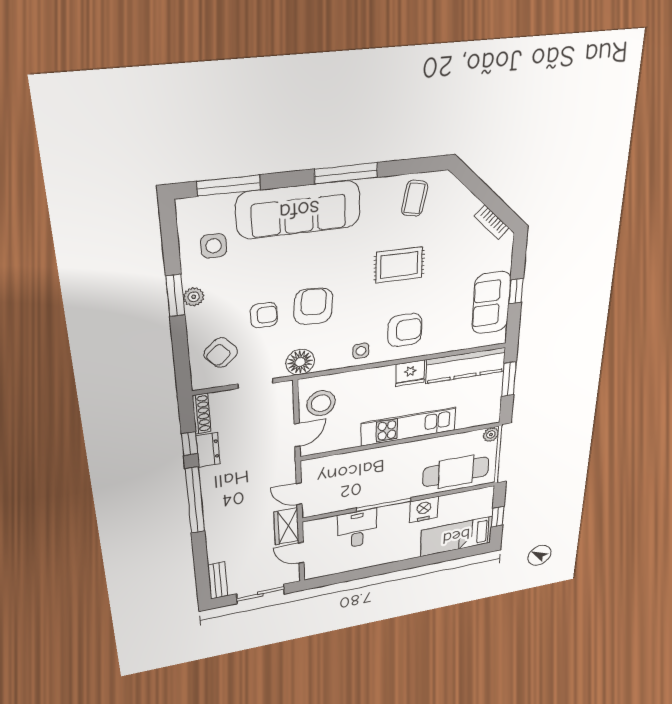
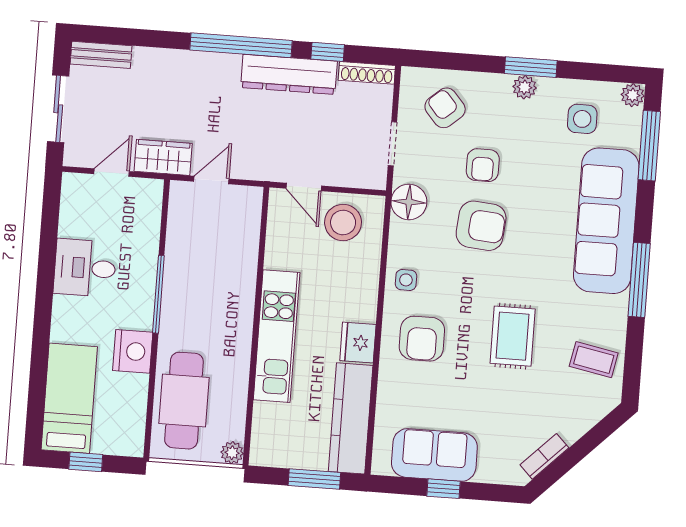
plant: (186, 208) -> (633, 95), added
dresser: (208, 450) -> (289, 74), width x1.96, depth x1.24
desk: (357, 529) -> (85, 268), moved, turned 180

